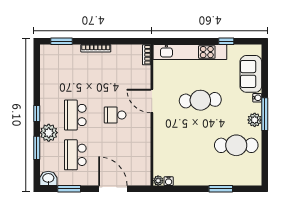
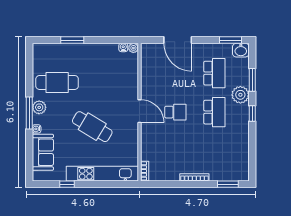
cafe table: (200, 100) -> (92, 127), turned 34
door: (152, 101) -> (139, 111), moved
window: (69, 189) -> (231, 40), moved

